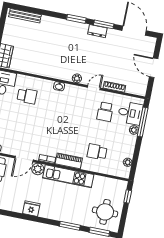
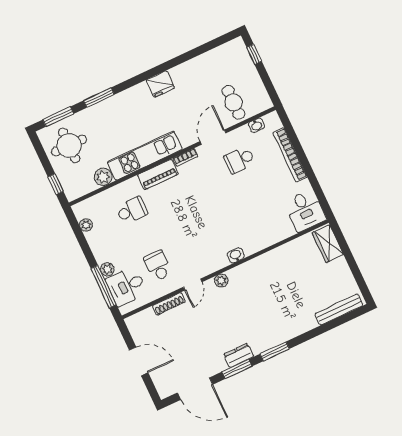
school desk: (27, 96) -> (240, 160), moved
plant: (38, 169) -> (103, 177), moved

